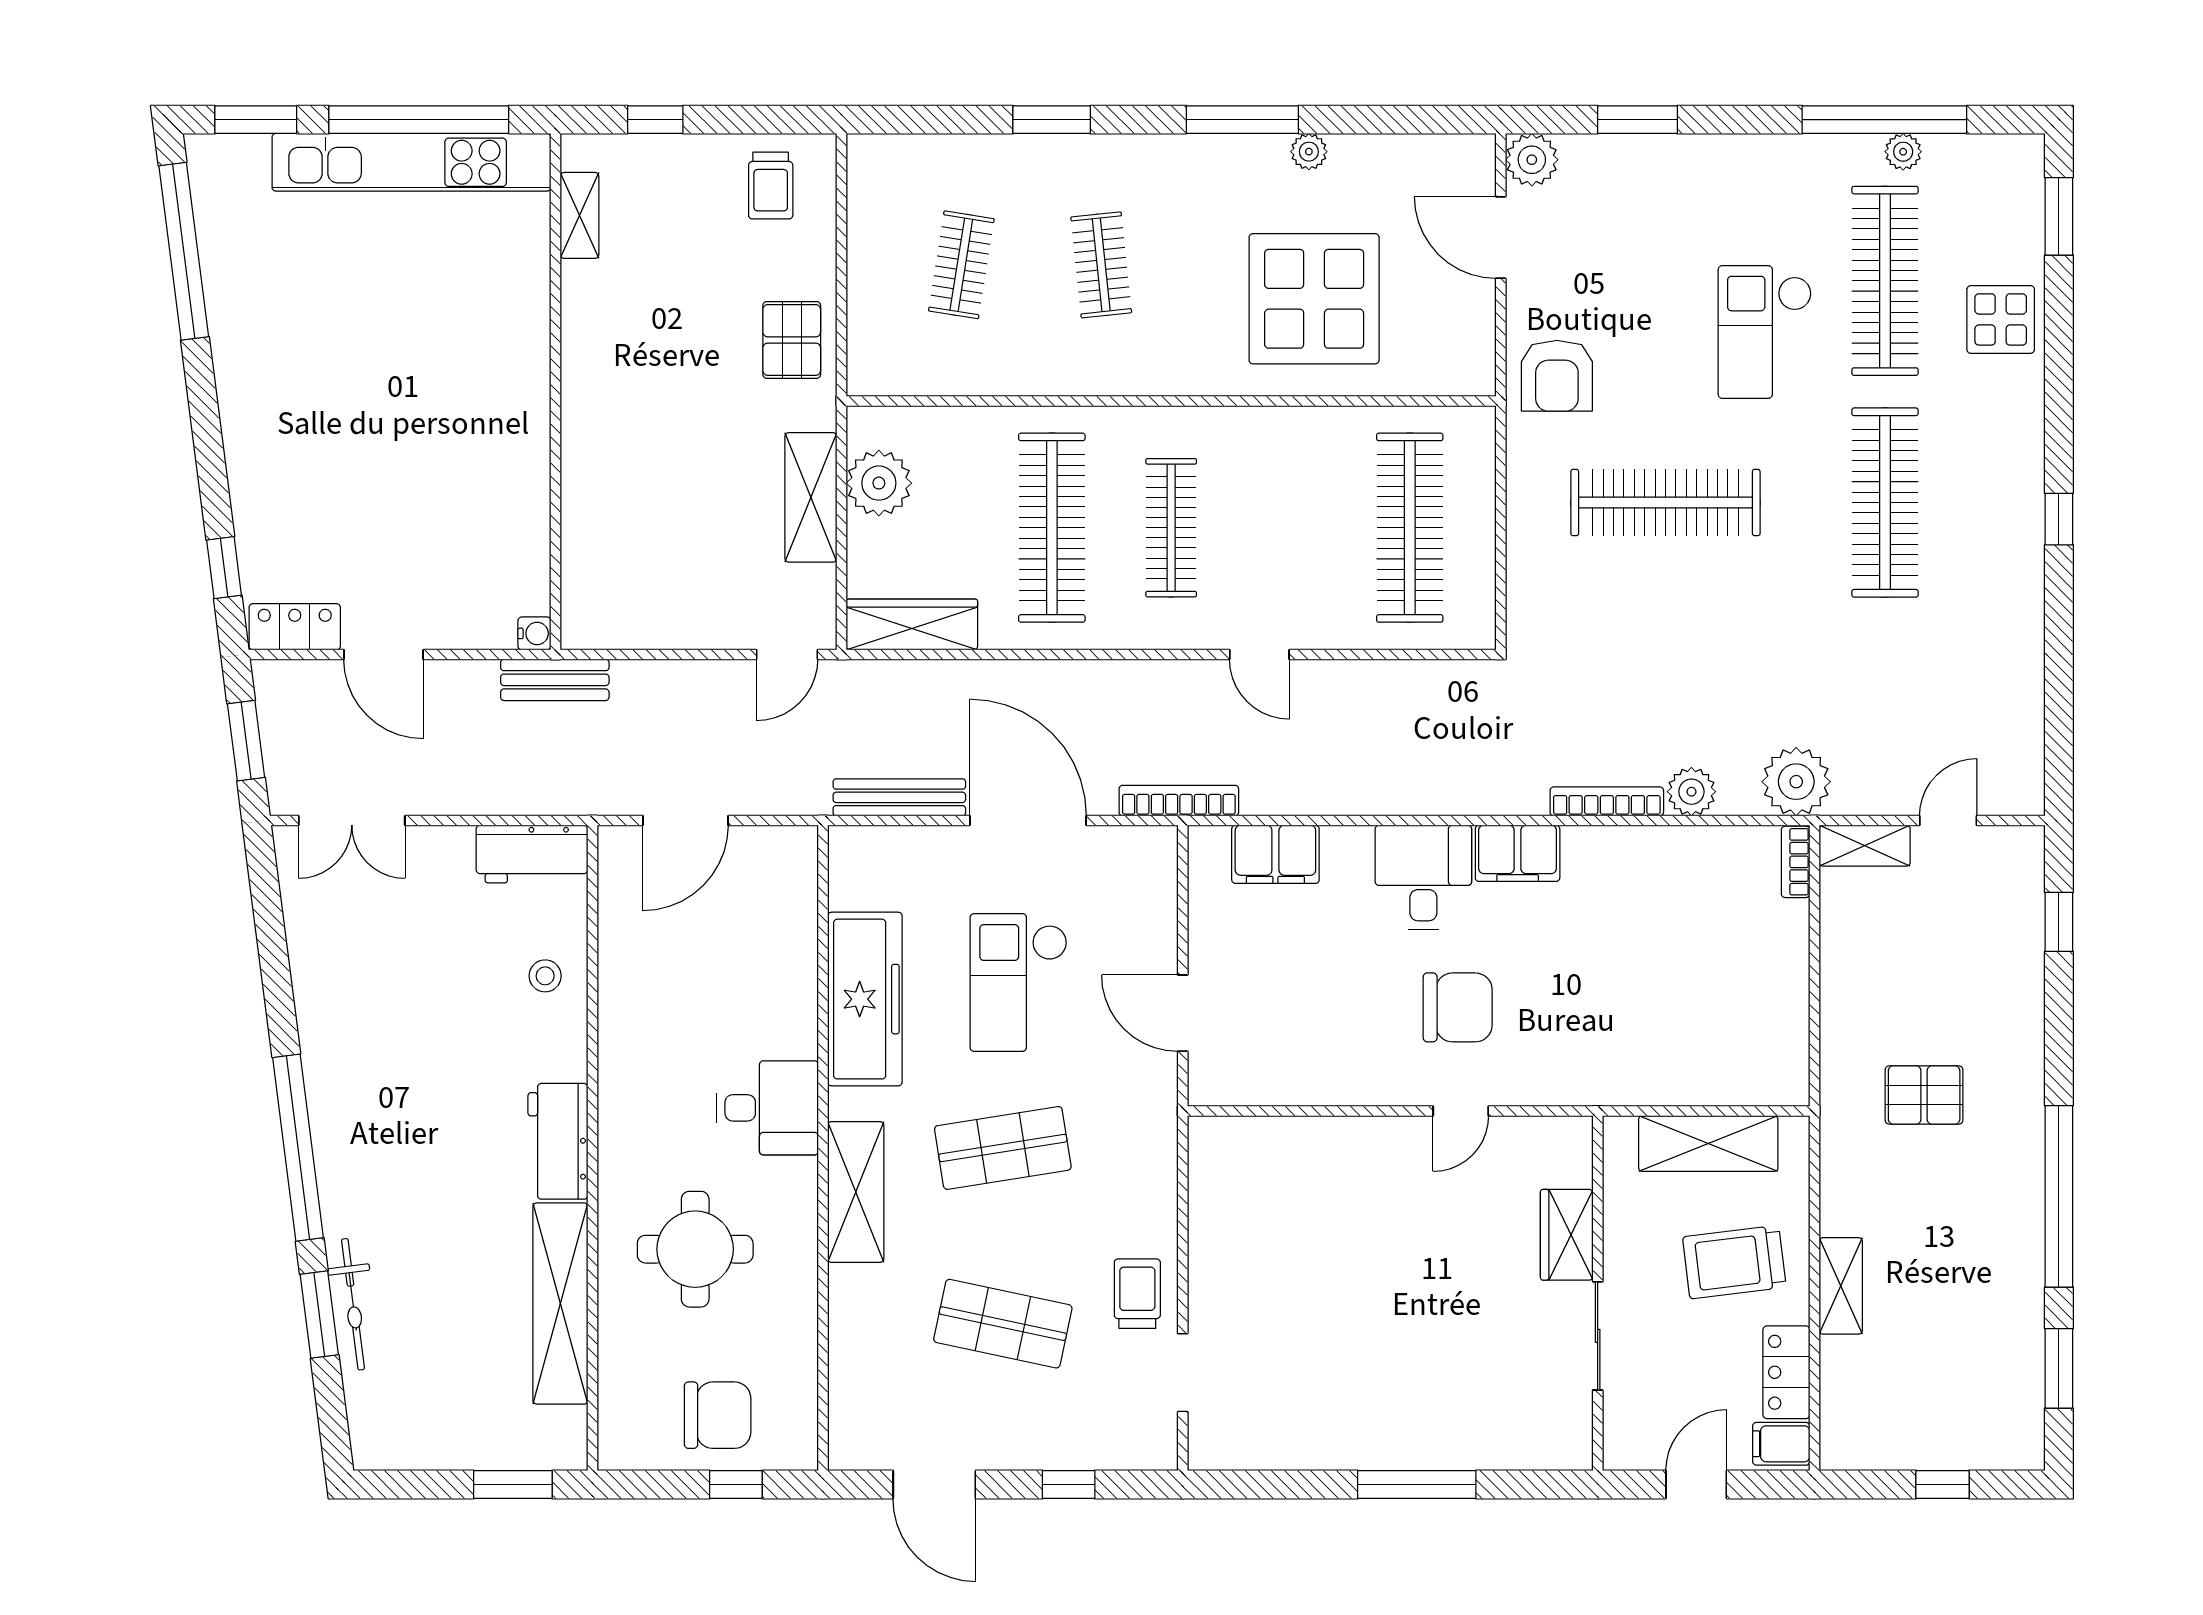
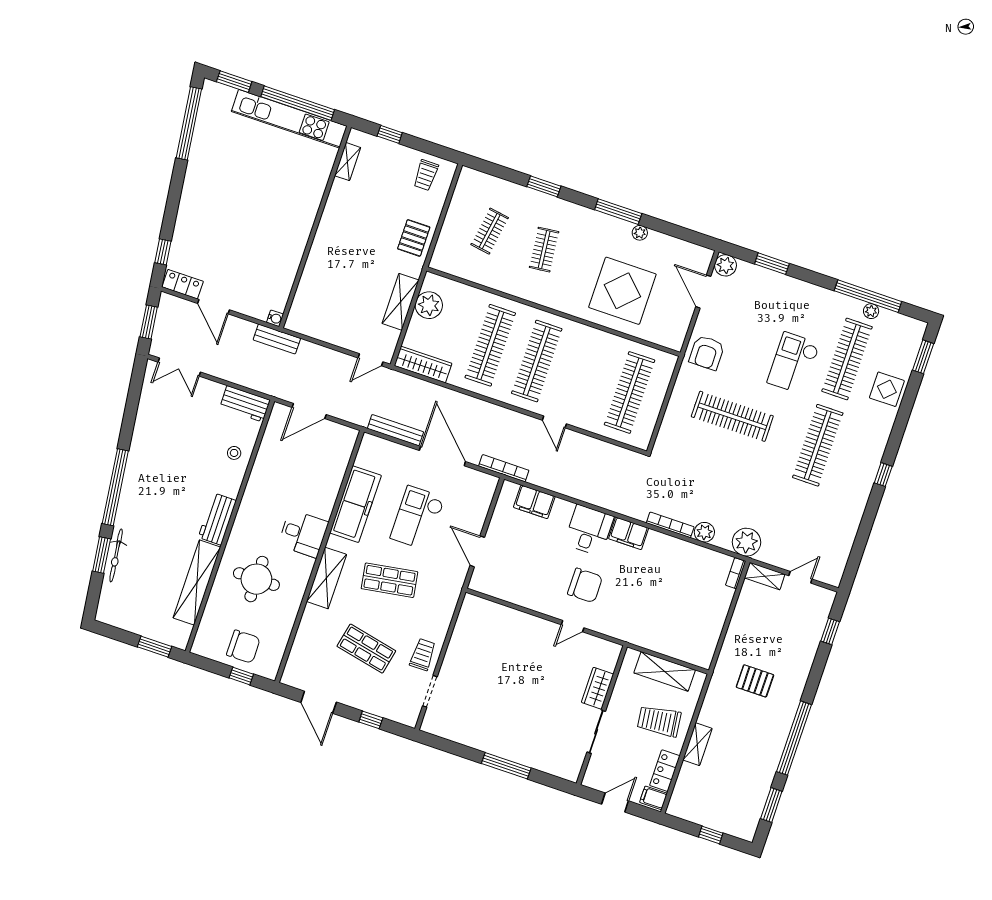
clothes rail: (1171, 528) -> (537, 361), width x1.37, depth x1.31

